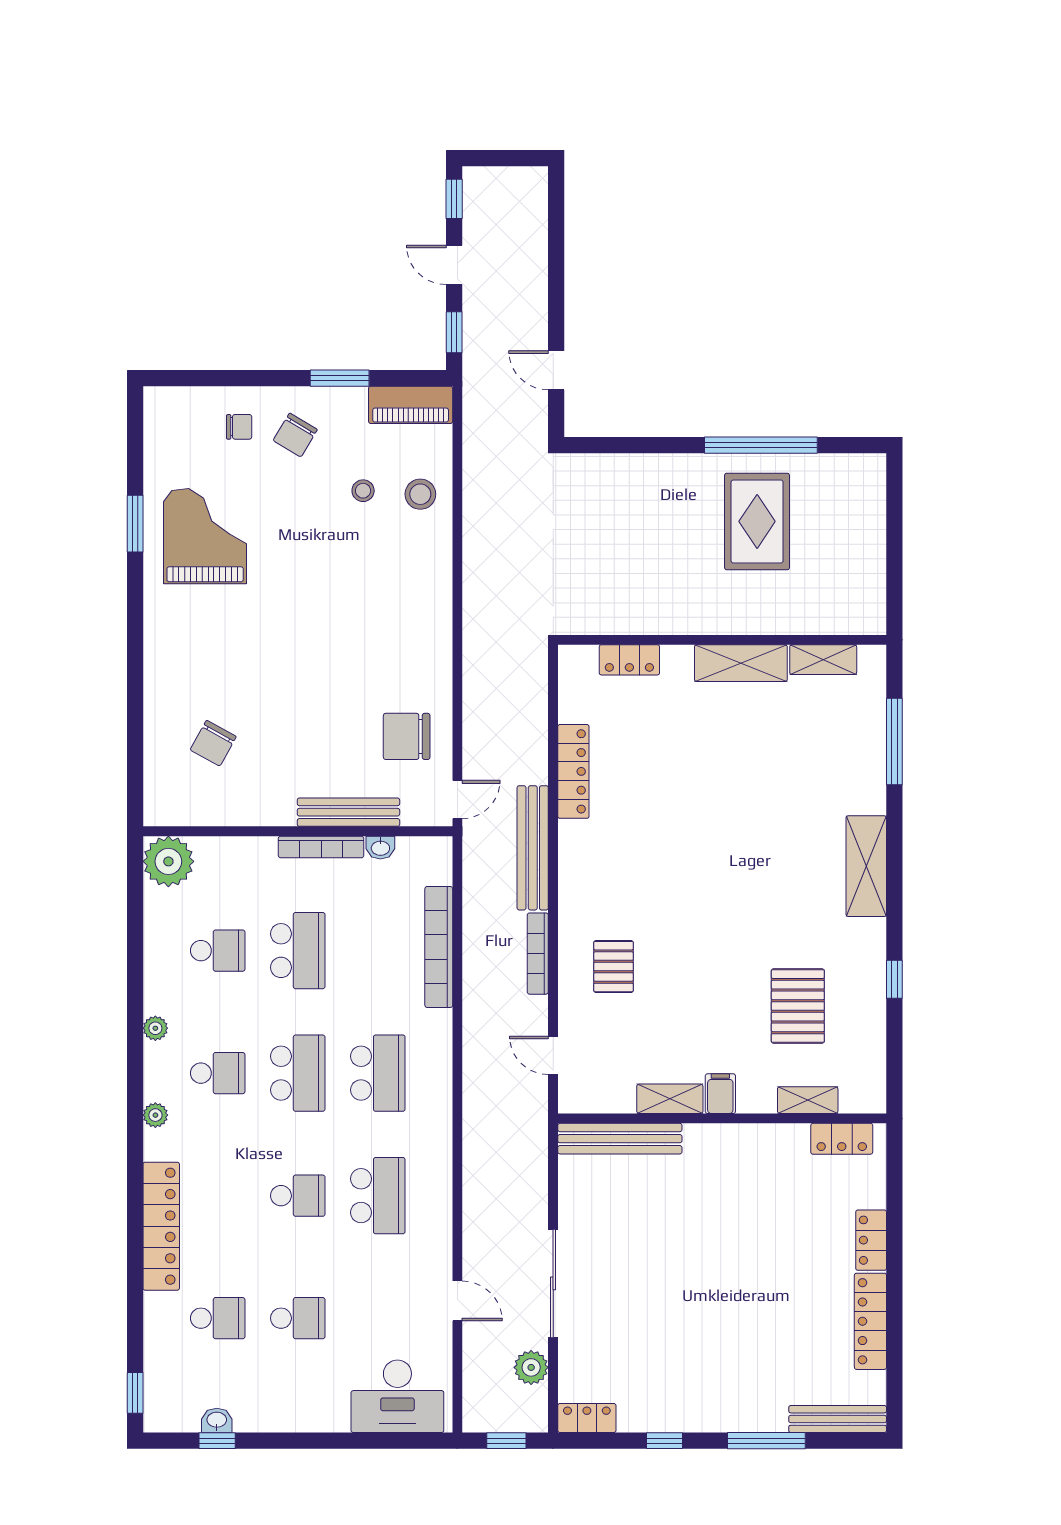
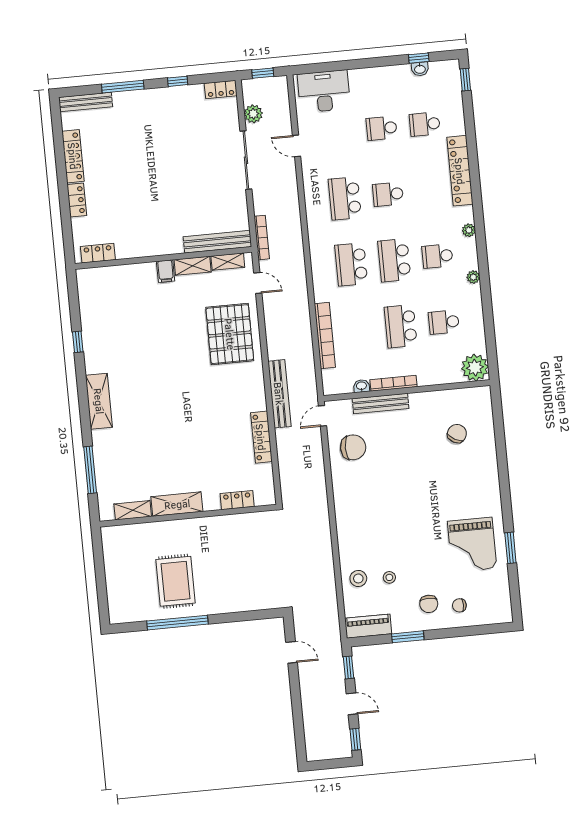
chair: (295, 435) -> (429, 604), turned 149
bookcase: (538, 954) -> (262, 238), moved
pallet: (614, 967) -> (230, 334), width x2.05, depth x2.00
pallet: (798, 1006) -> (128, 322), removed
shelving: (808, 1100) -> (228, 262), moved

